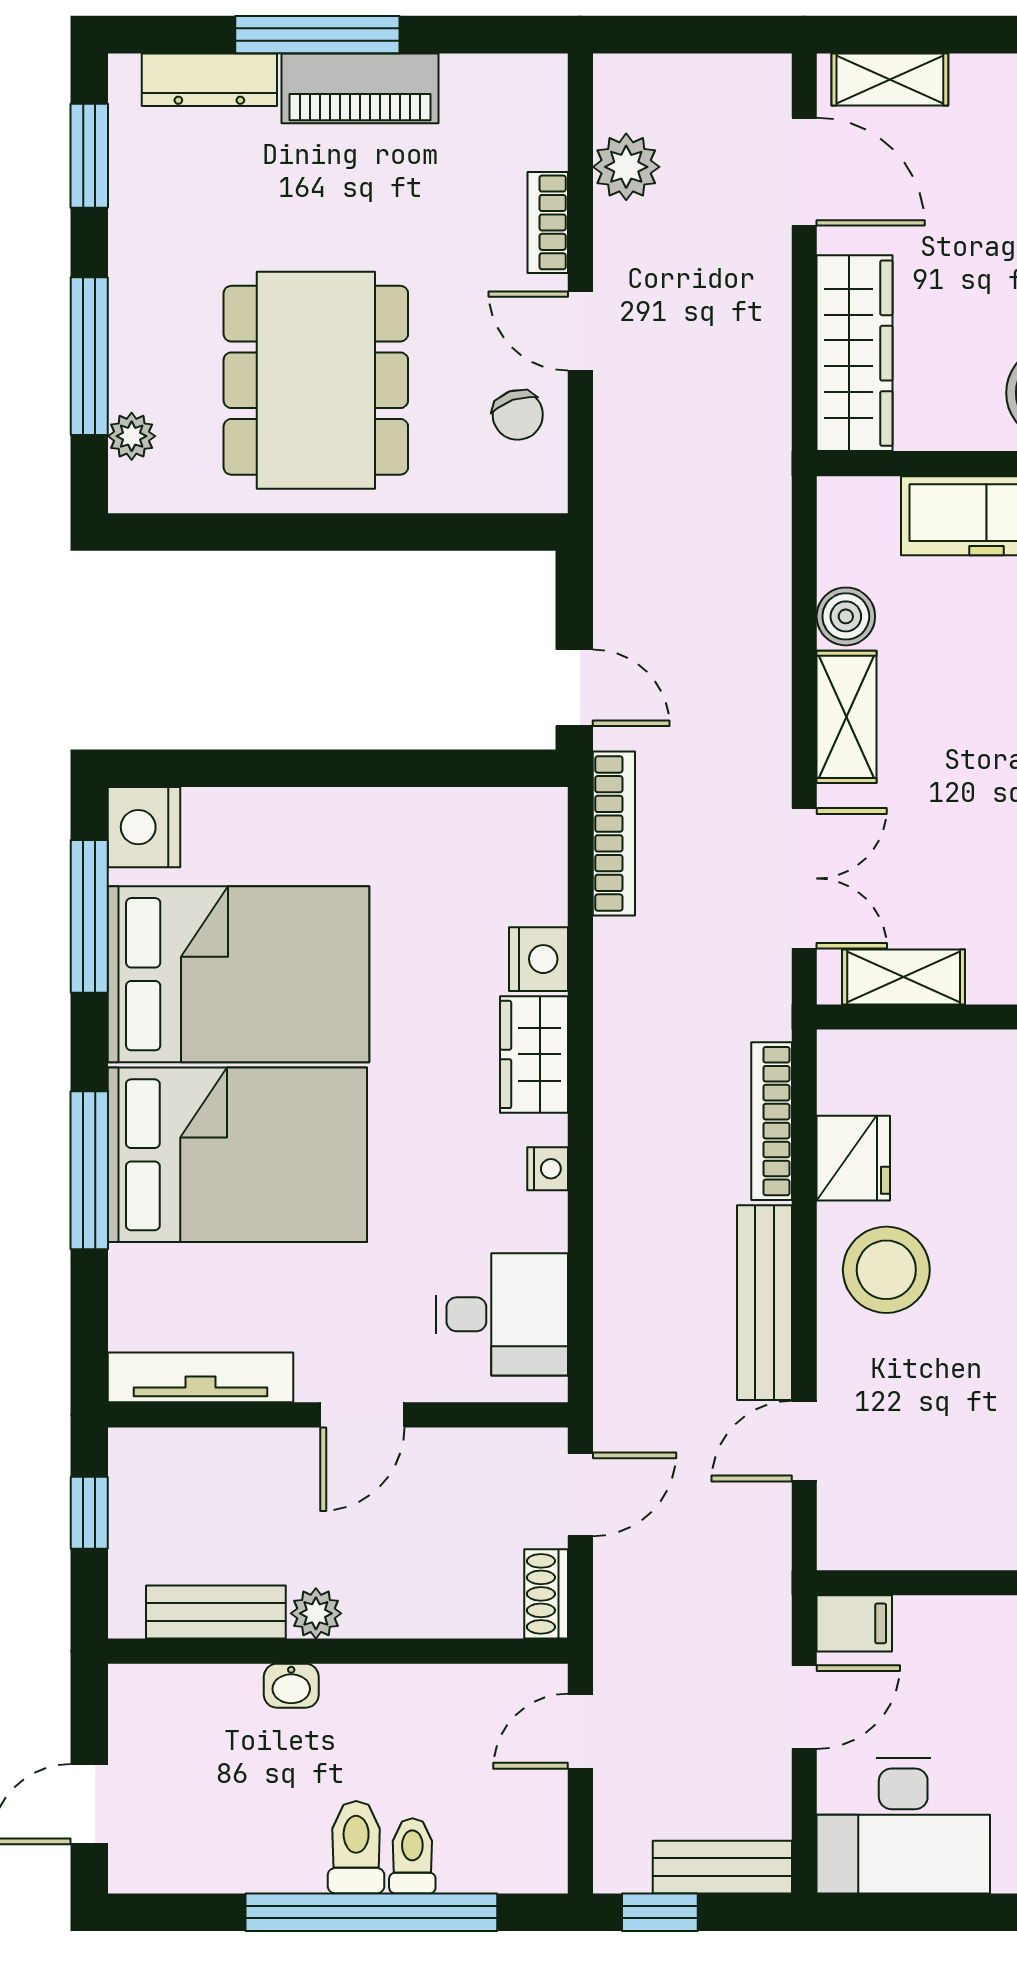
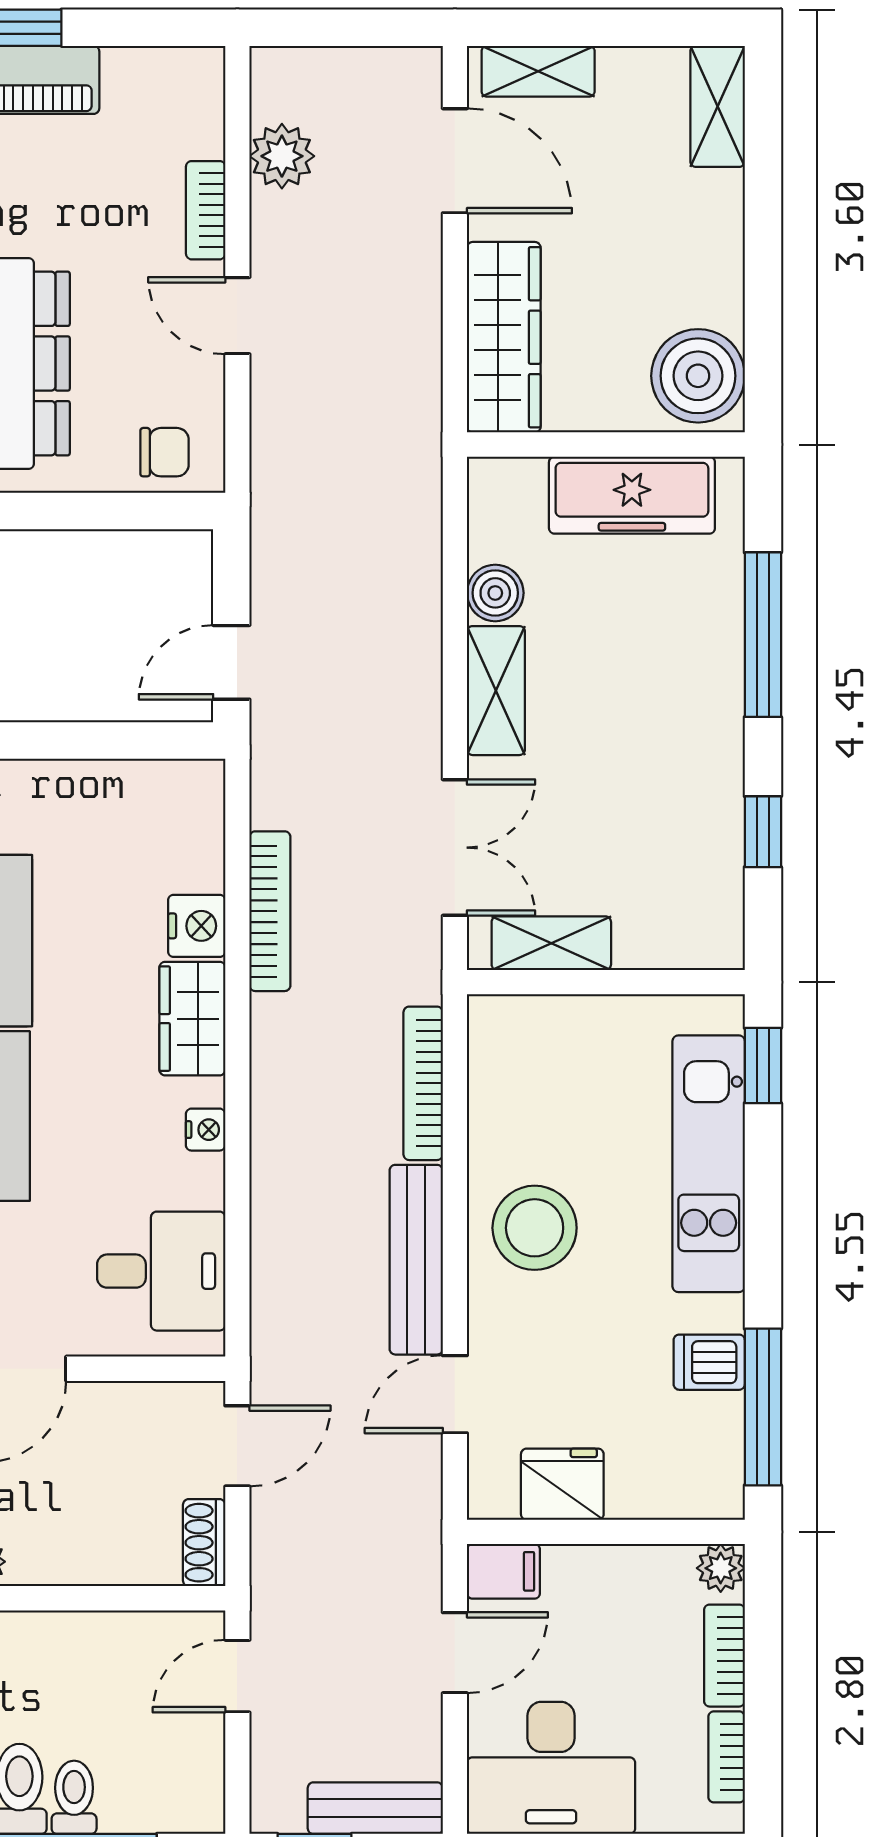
chair: (518, 415) -> (164, 452), moved, turned -71
door: (574, 688) -> (231, 662), swing flipped
bookcase: (614, 833) -> (270, 911), moved
fridge: (853, 1158) -> (562, 1484), moved, turned -90

